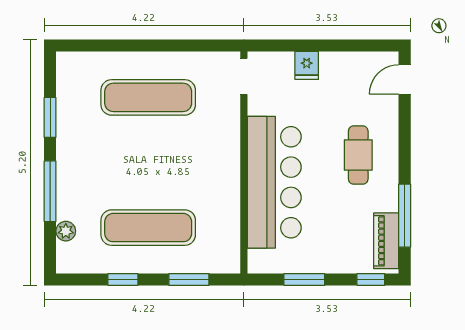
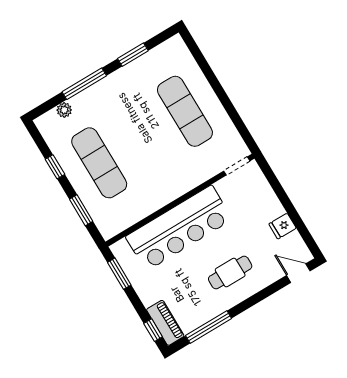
fridge: (307, 65) -> (283, 226), moved
piano: (386, 241) -> (165, 323), moved, turned 90
window: (304, 279) -> (119, 274), moved

